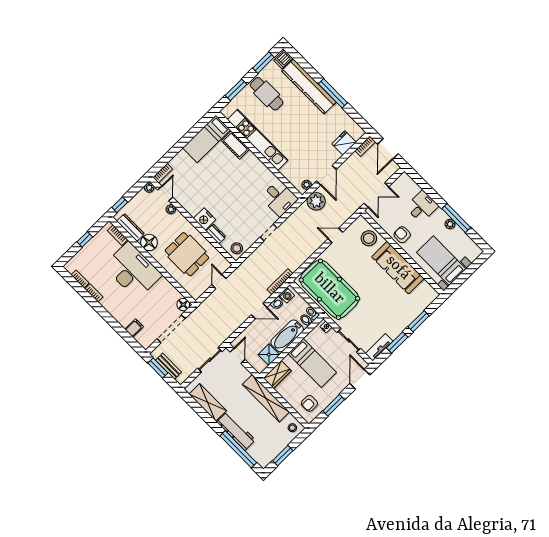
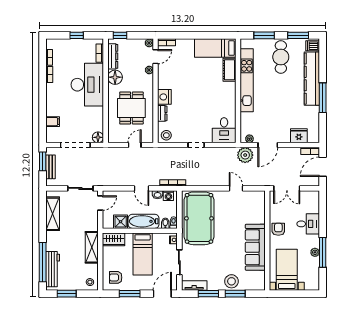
stool: (369, 238) -> (231, 281), moved
shelving: (266, 398) -> (92, 247), width x0.68
workbench: (236, 431) -> (53, 269), moved

